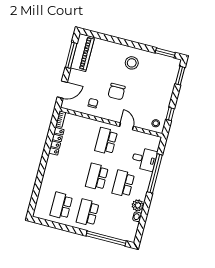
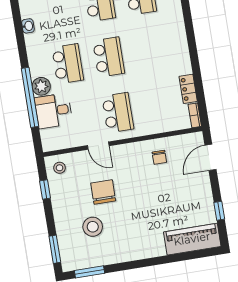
piano: (83, 53) -> (192, 239), moved, turned 90
window: (71, 55) -> (219, 211), width x0.46
stool: (132, 63) -> (93, 227), moved
chair: (117, 92) -> (103, 192), moved
locker: (56, 141) -> (188, 89), width x0.66
plant: (138, 205) -> (41, 86), moved

